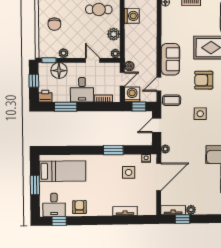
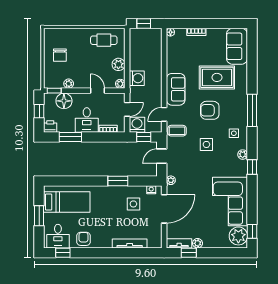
washing machine: (132, 16) -> (137, 78), moved
boiler: (129, 66) -> (134, 96), removed
tv unit: (125, 211) -> (130, 243), width x1.41

